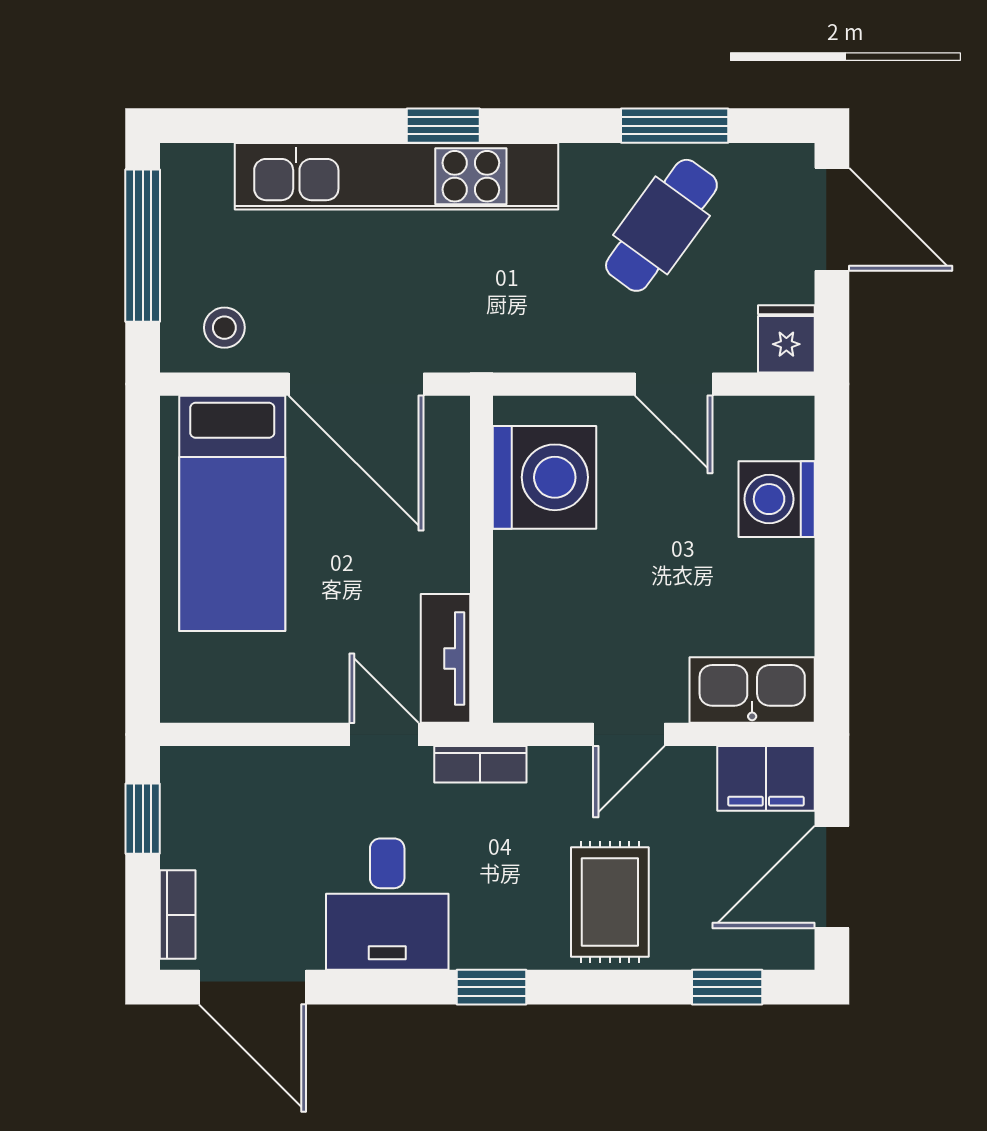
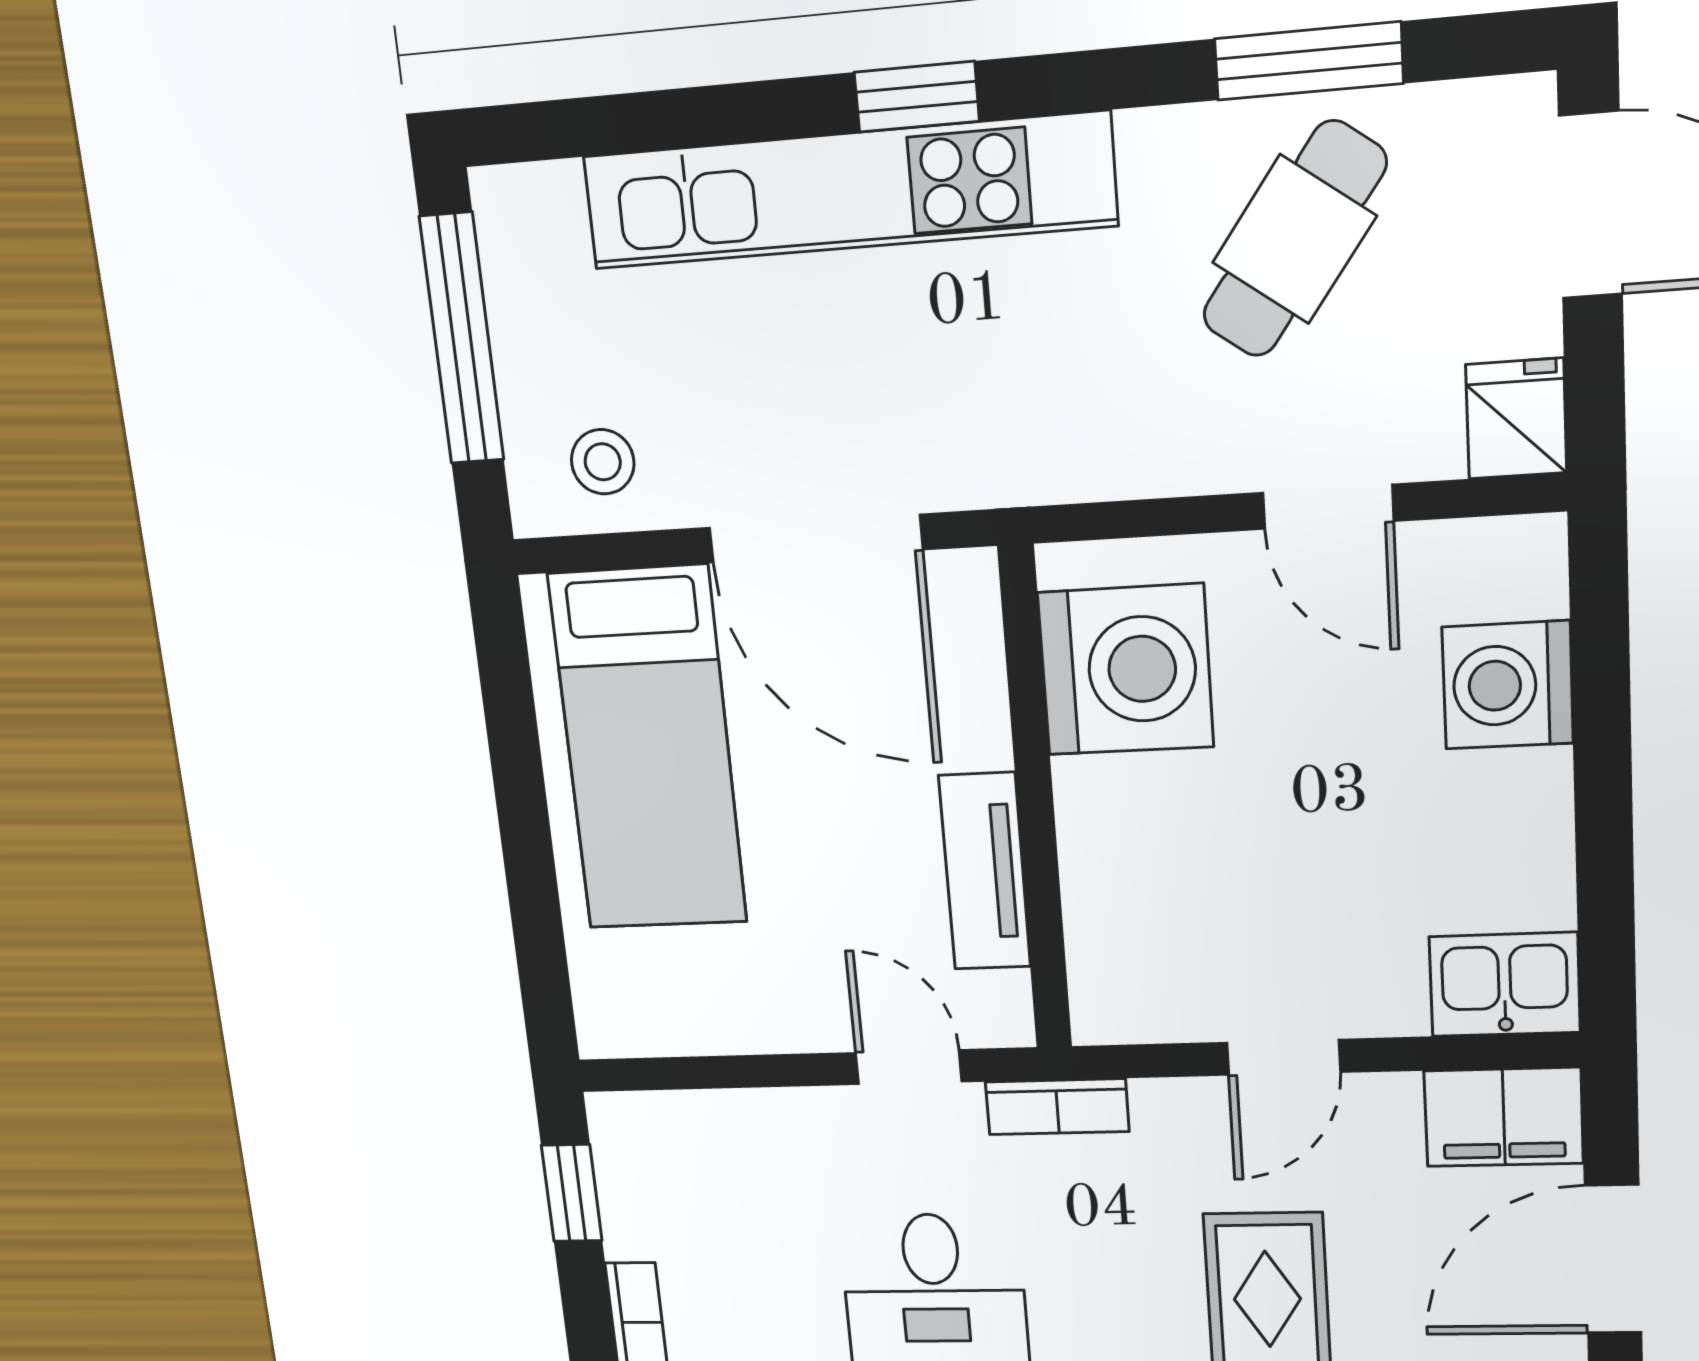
tv unit: (445, 658) -> (985, 872), moved
kitchen sink: (752, 690) -> (1505, 984), width x0.73

